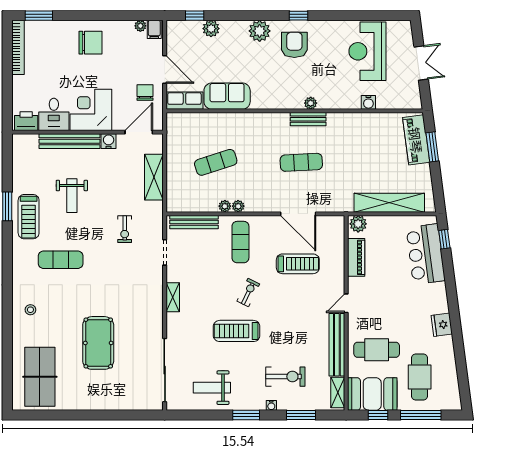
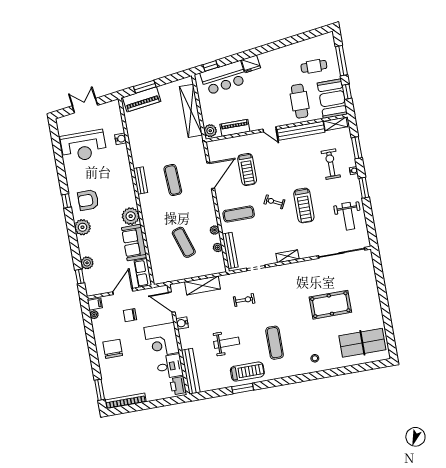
chair: (145, 92) -> (130, 315), moved
plant: (311, 103) -> (131, 216), moved, width x1.87, depth x1.87
bench: (69, 141) -> (191, 371), moved
plant: (238, 206) -> (218, 248), moved
treadmill: (298, 264) -> (247, 169), turned 180
fridge: (442, 325) -> (251, 64), moved
cafe table: (420, 377) -> (314, 66), width x0.73, depth x0.74

